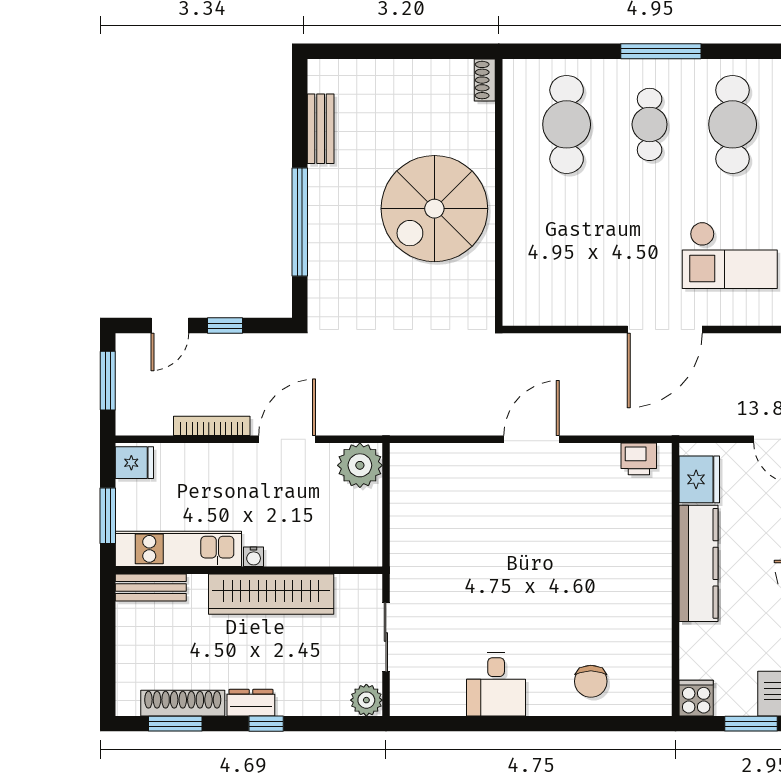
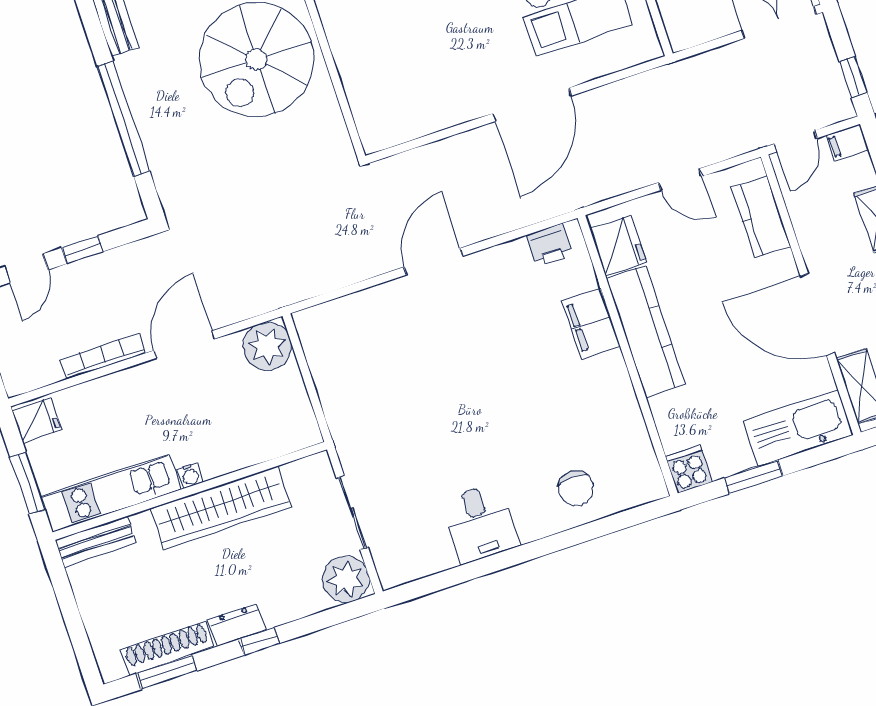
filing cabinet: (653, 540) -> (591, 323), added
plant: (366, 700) -> (346, 579), width x1.36, depth x1.36

